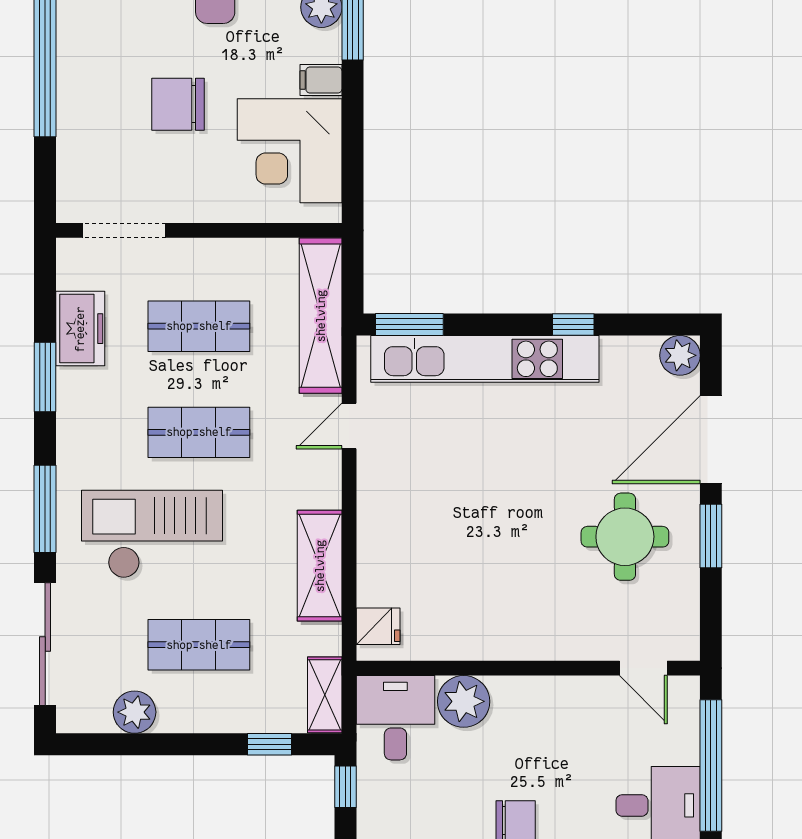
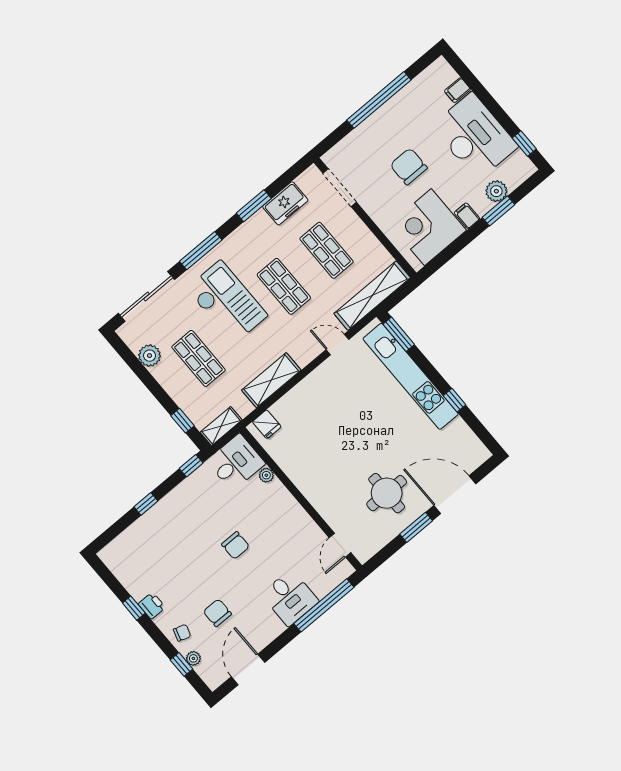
plant: (680, 355) -> (478, 454), removed
plant: (464, 701) -> (266, 475), width x0.53, depth x0.53

